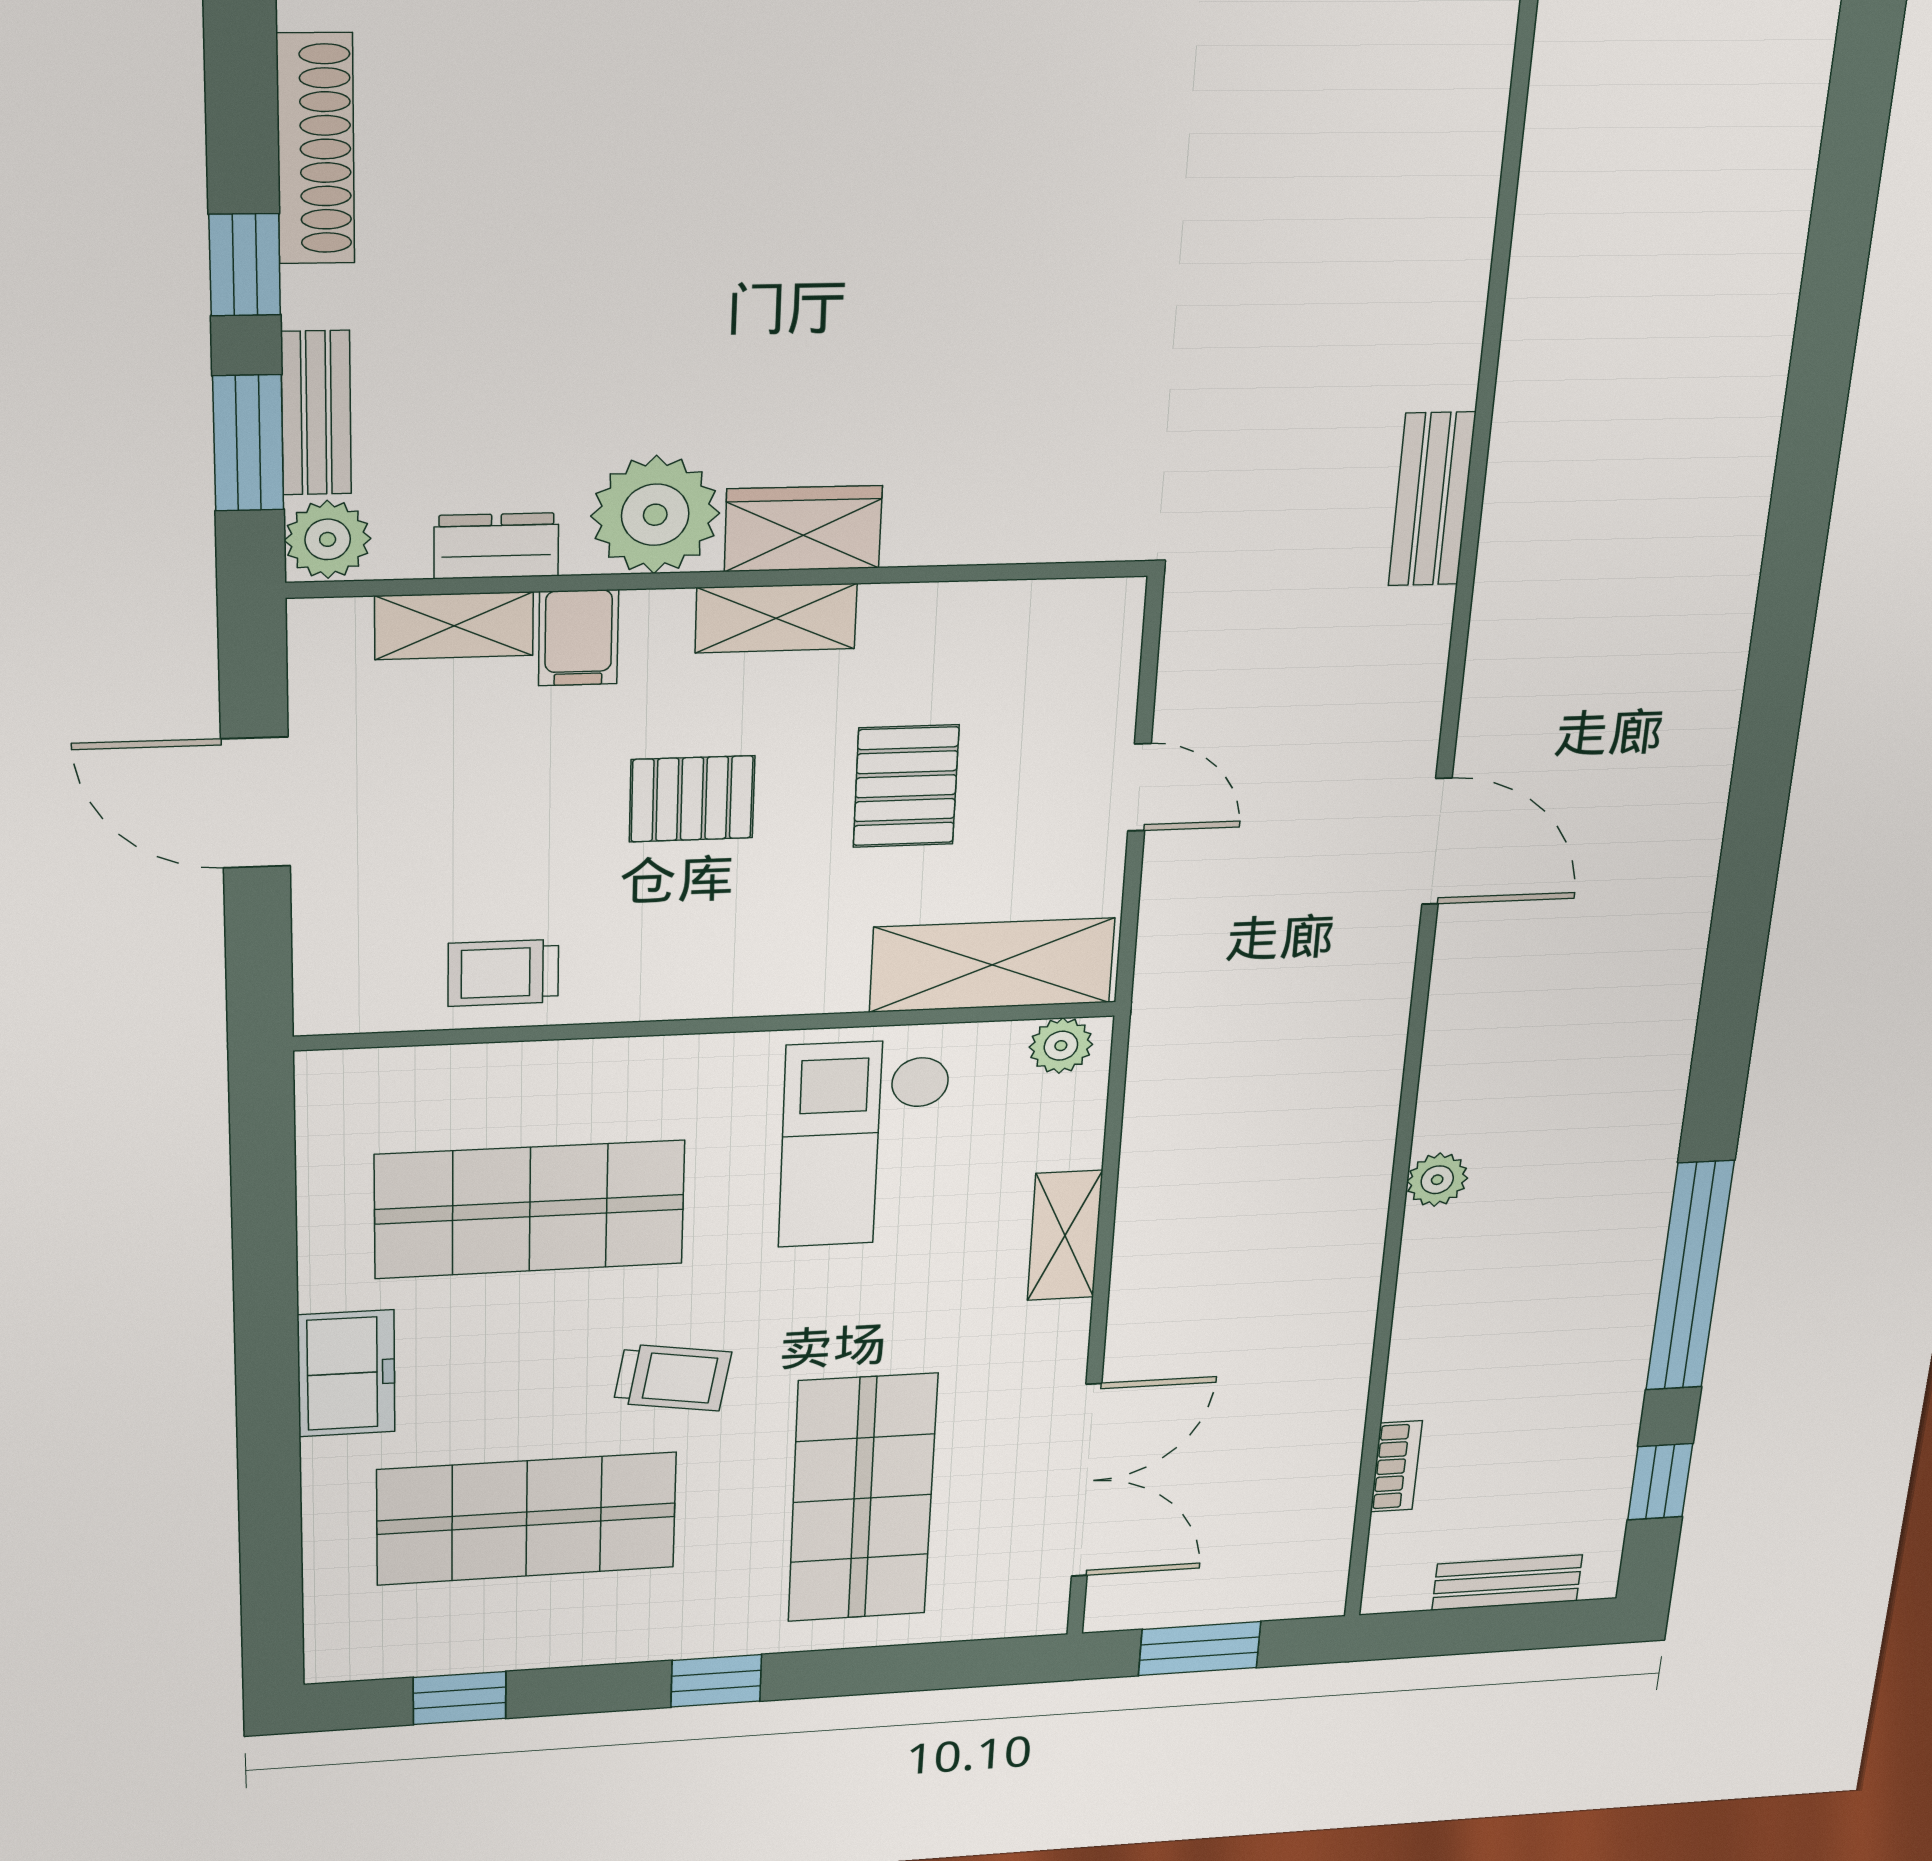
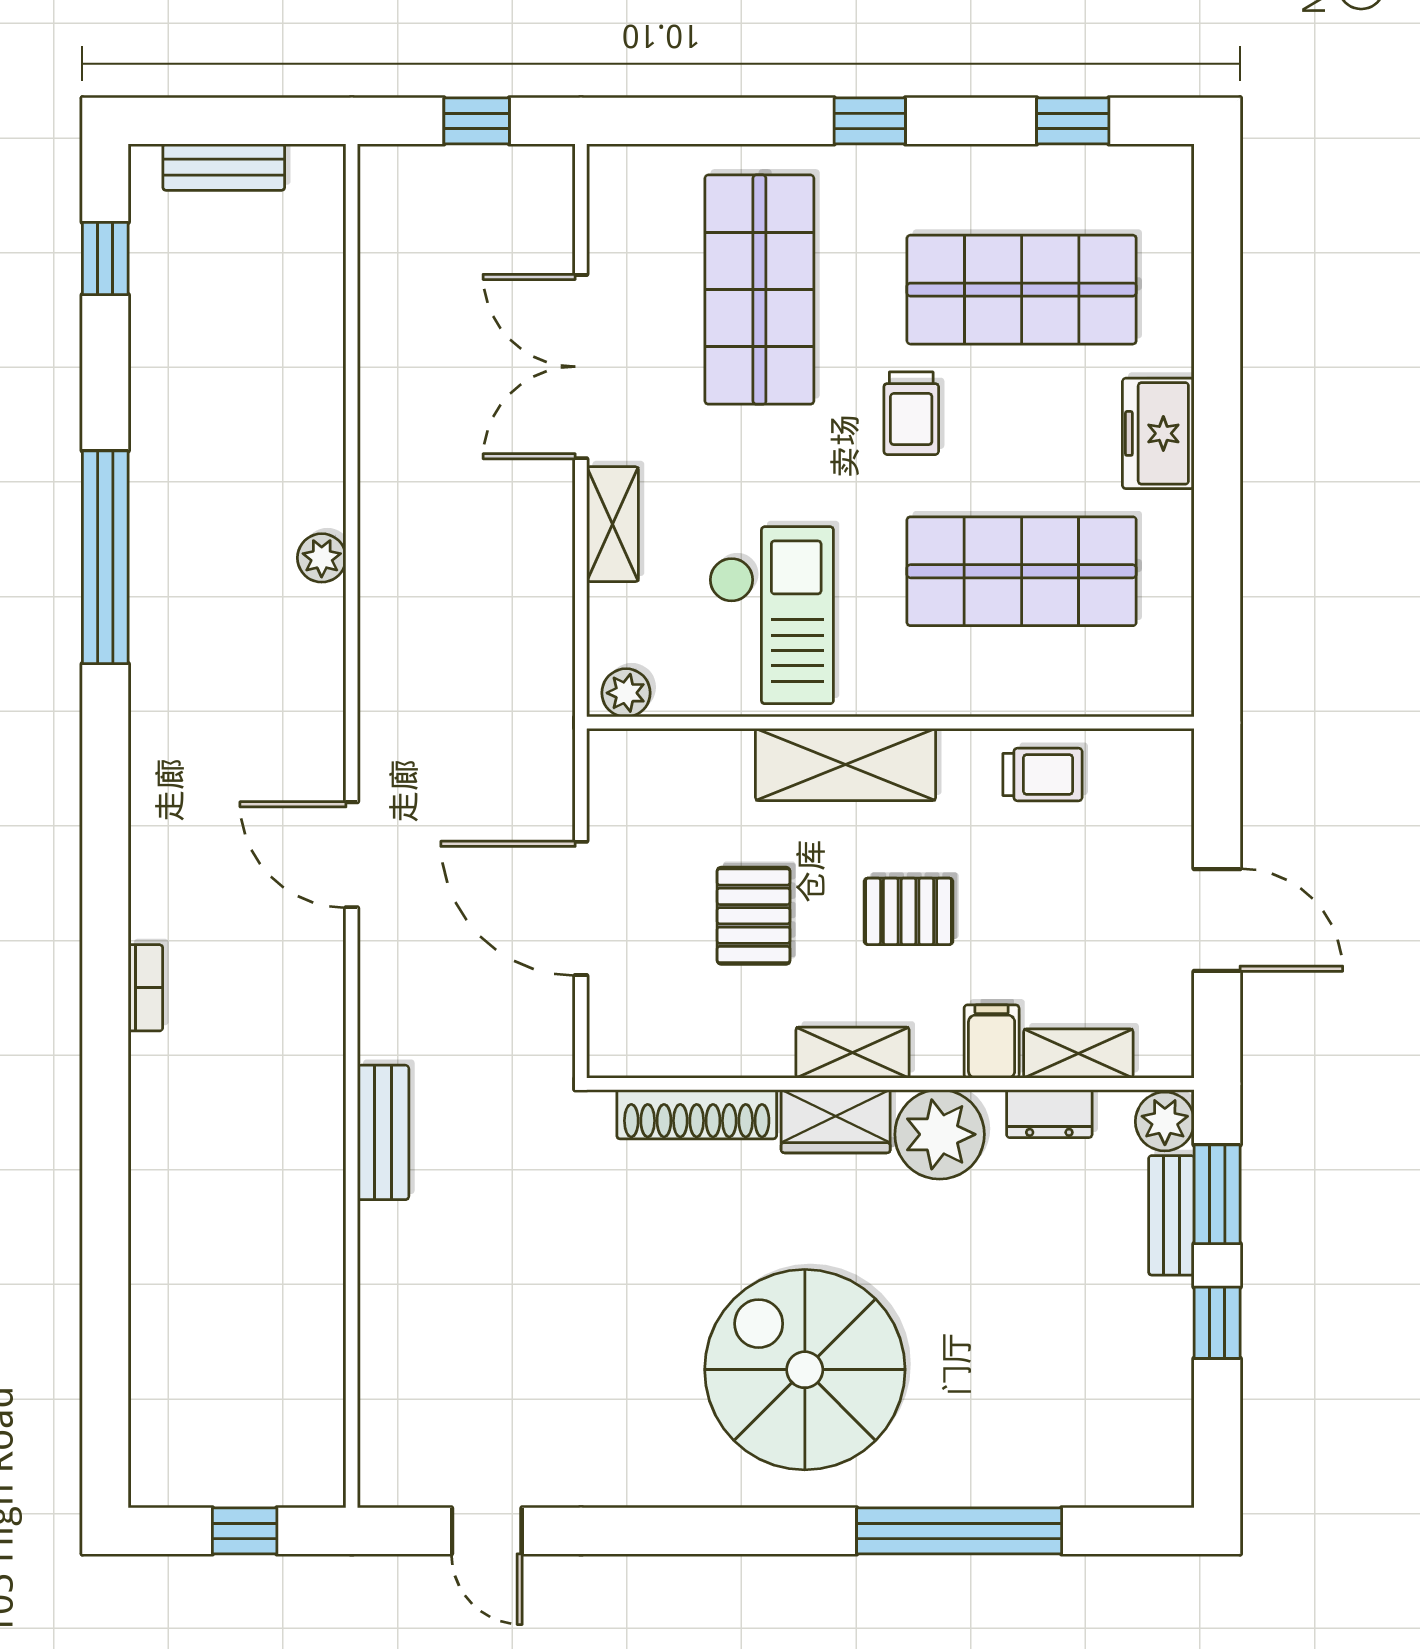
shoe rack: (316, 149) -> (697, 1114), moved, turned -90
spiral stairs: (862, 191) -> (805, 1370), added
door: (1139, 787) -> (581, 908), width x1.88
shelving: (992, 965) -> (846, 765), moved
window: (1690, 1276) -> (105, 557), moved
trolley: (673, 1378) -> (911, 413), turned -99
bookcase: (1396, 1466) -> (145, 988), moved, turned 180
double door: (1086, 1481) -> (581, 367), moved
window: (1200, 1649) -> (477, 121), width x0.67

